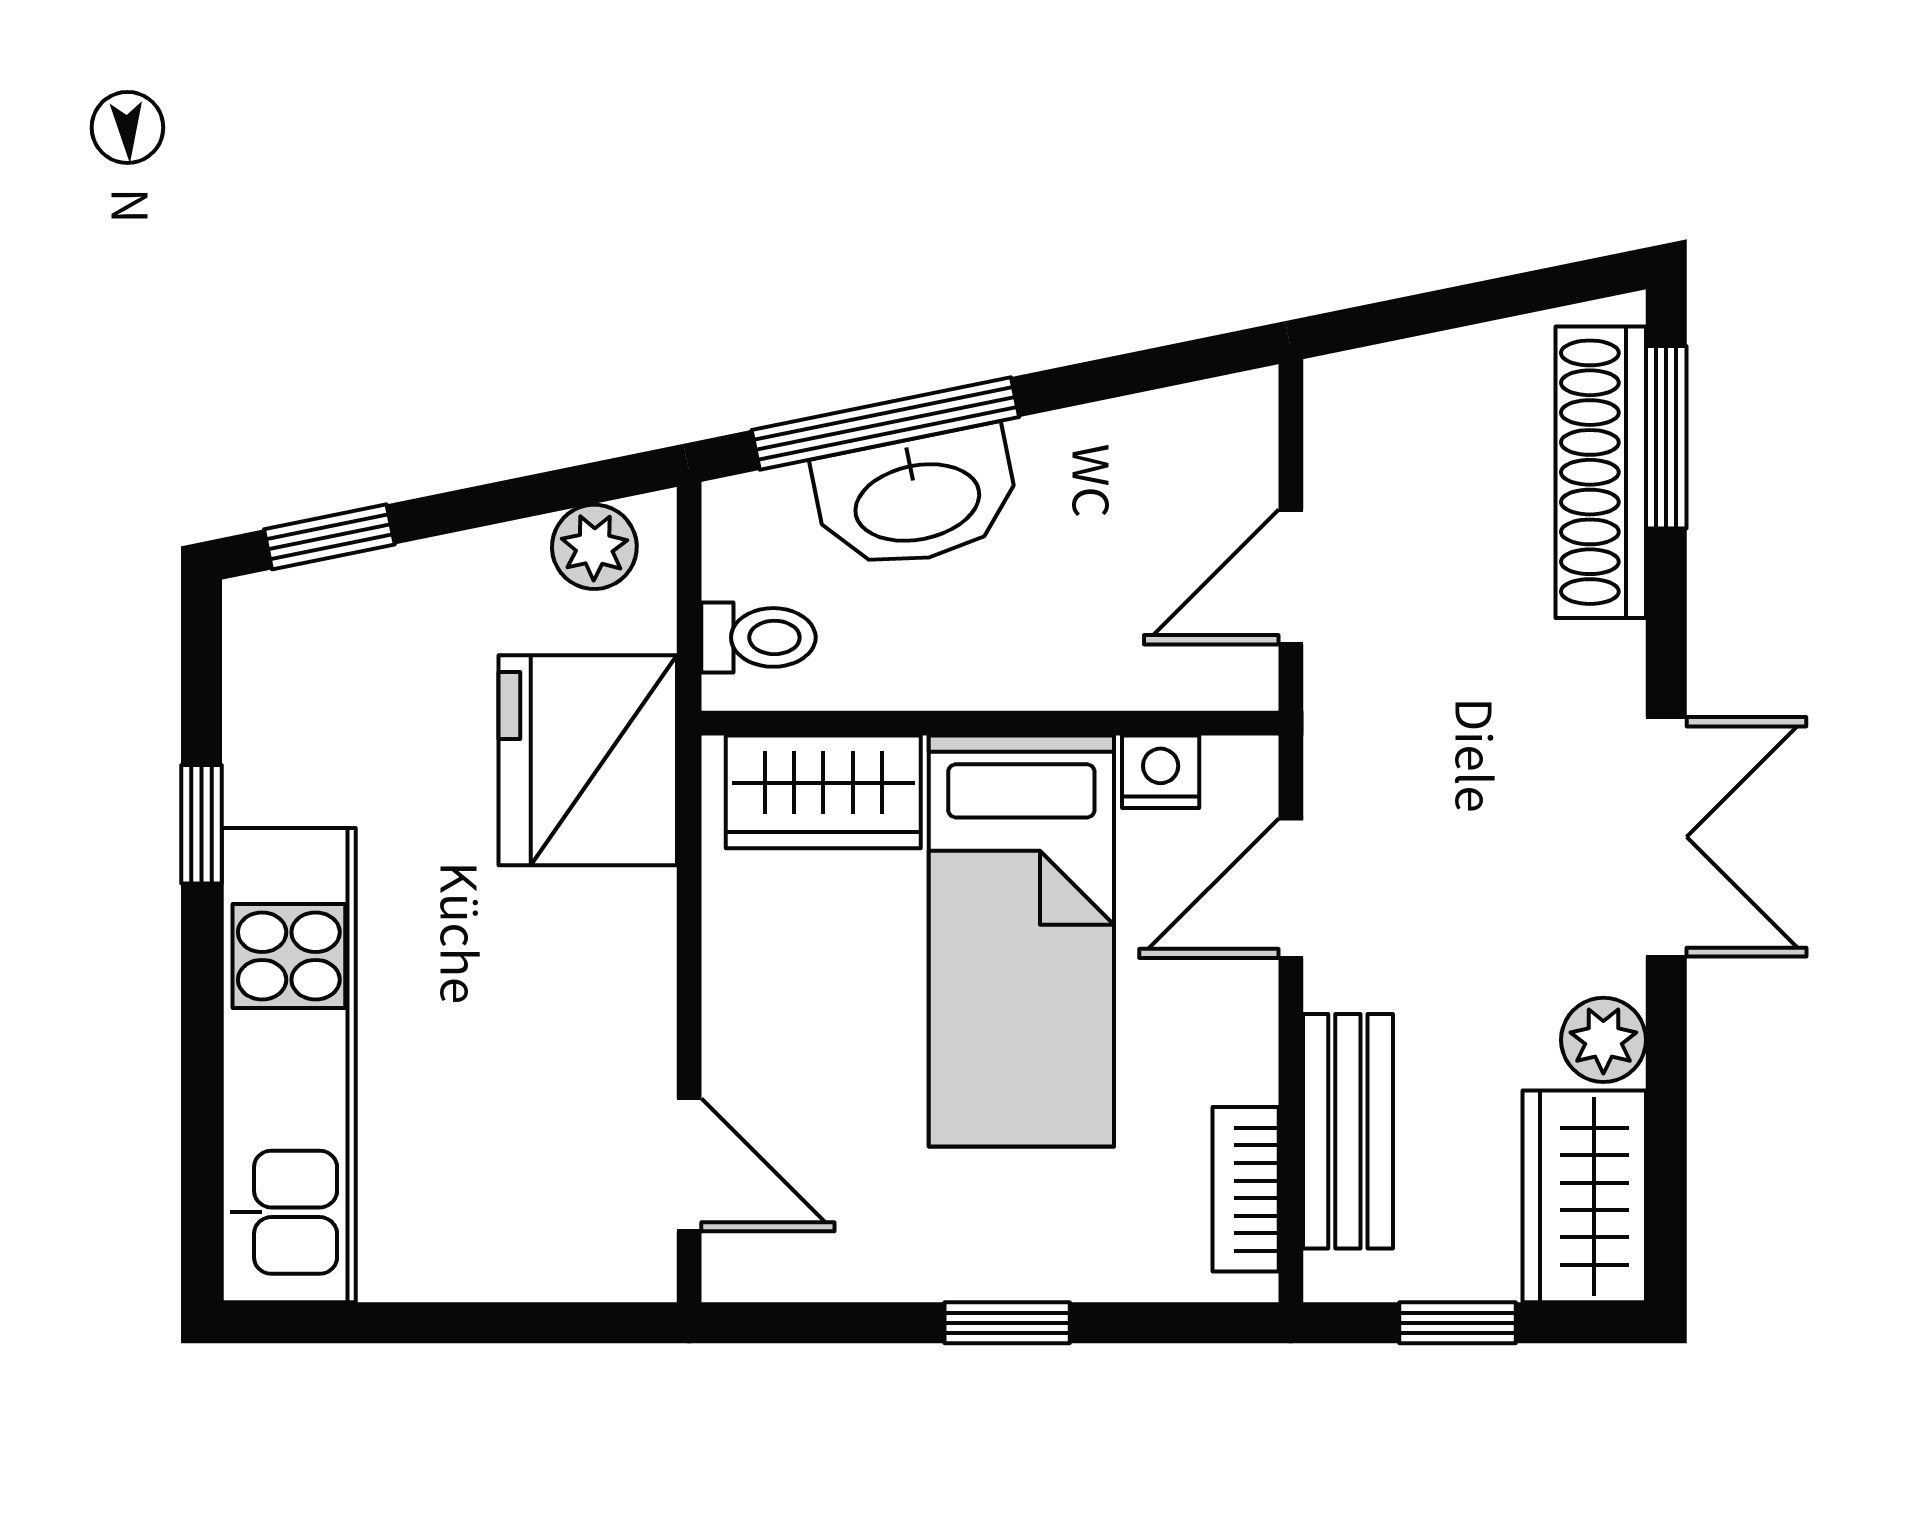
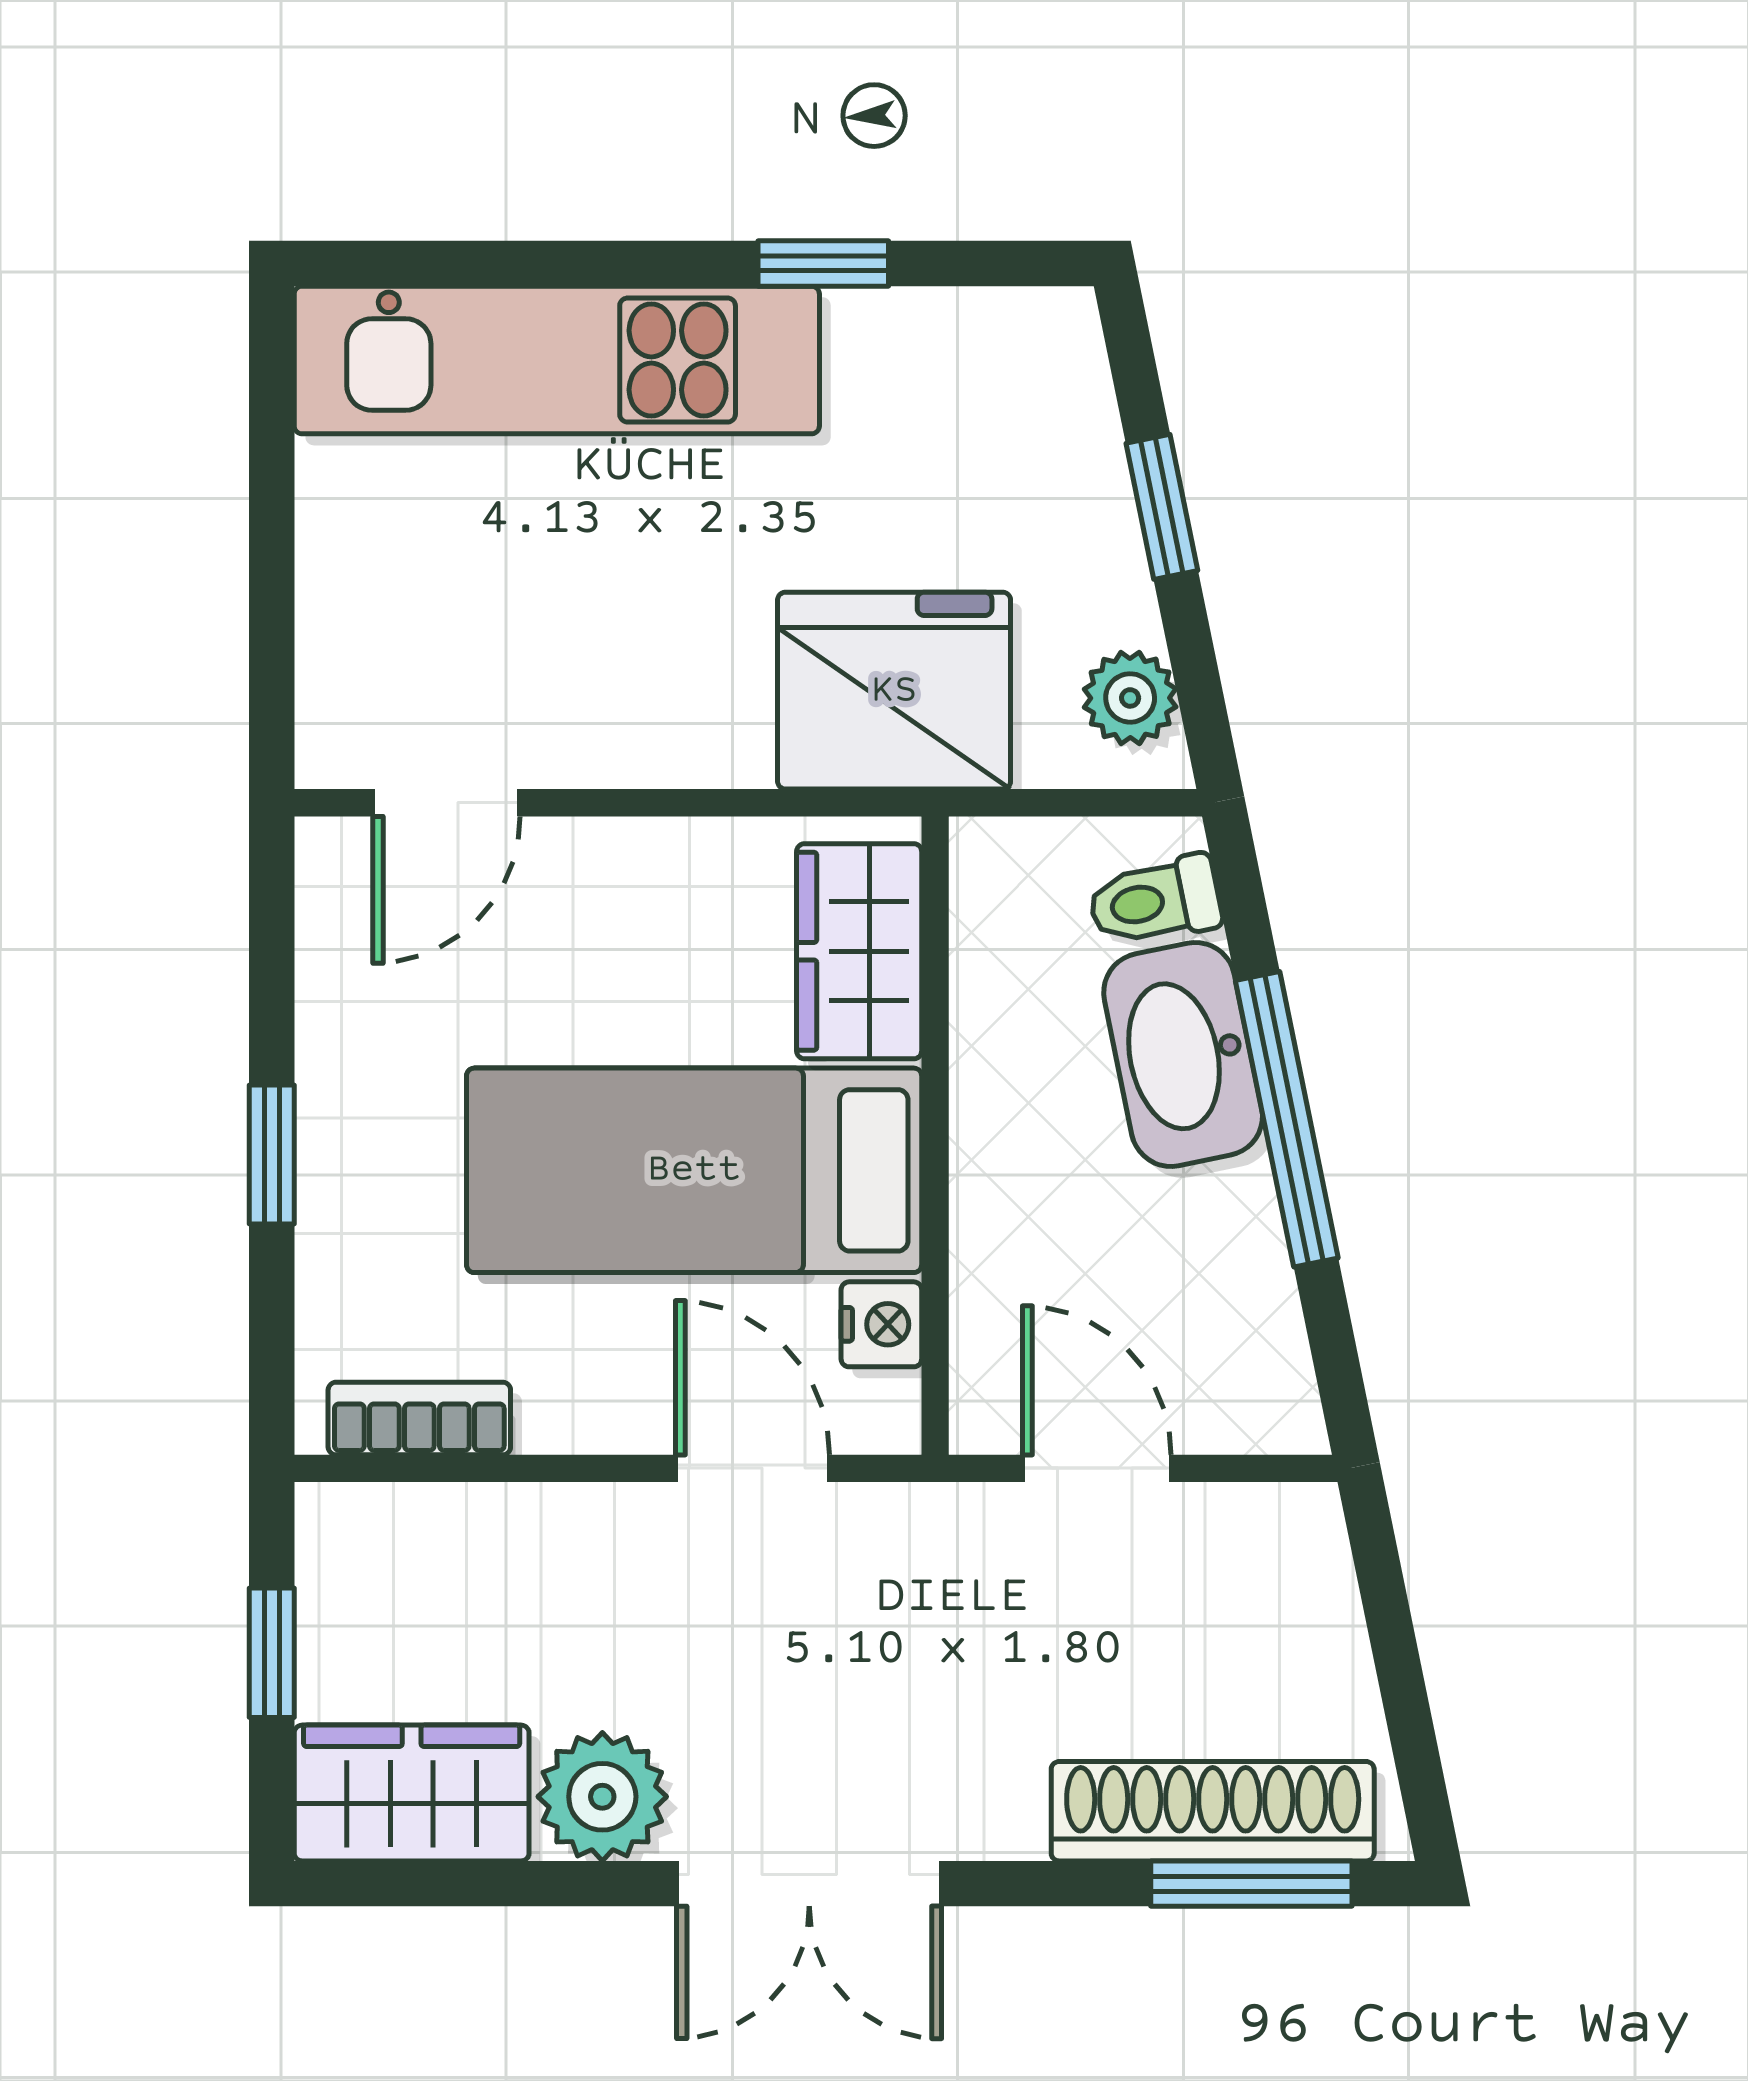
window: (885, 424) -> (1287, 1119), moved
window: (329, 537) -> (1162, 507), moved
toilet: (758, 637) -> (1155, 901), moved, turned 78
plant: (1603, 1040) -> (602, 1797), width x1.38, depth x1.38
bench: (1348, 1131) -> (484, 1532), removed

